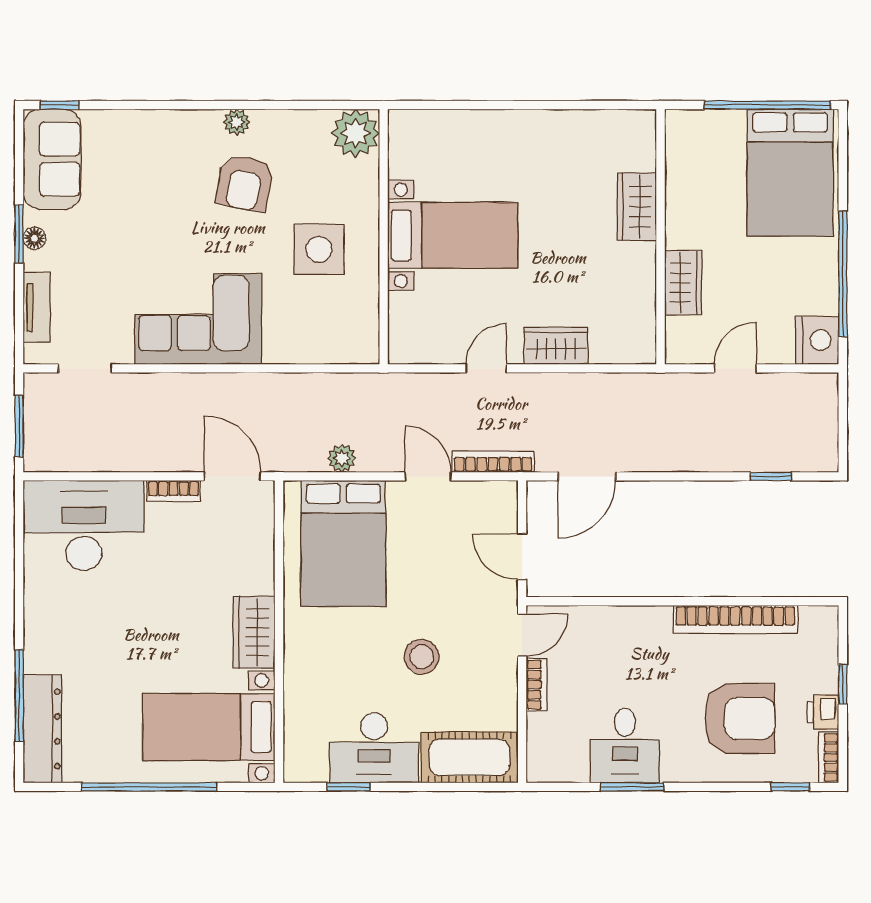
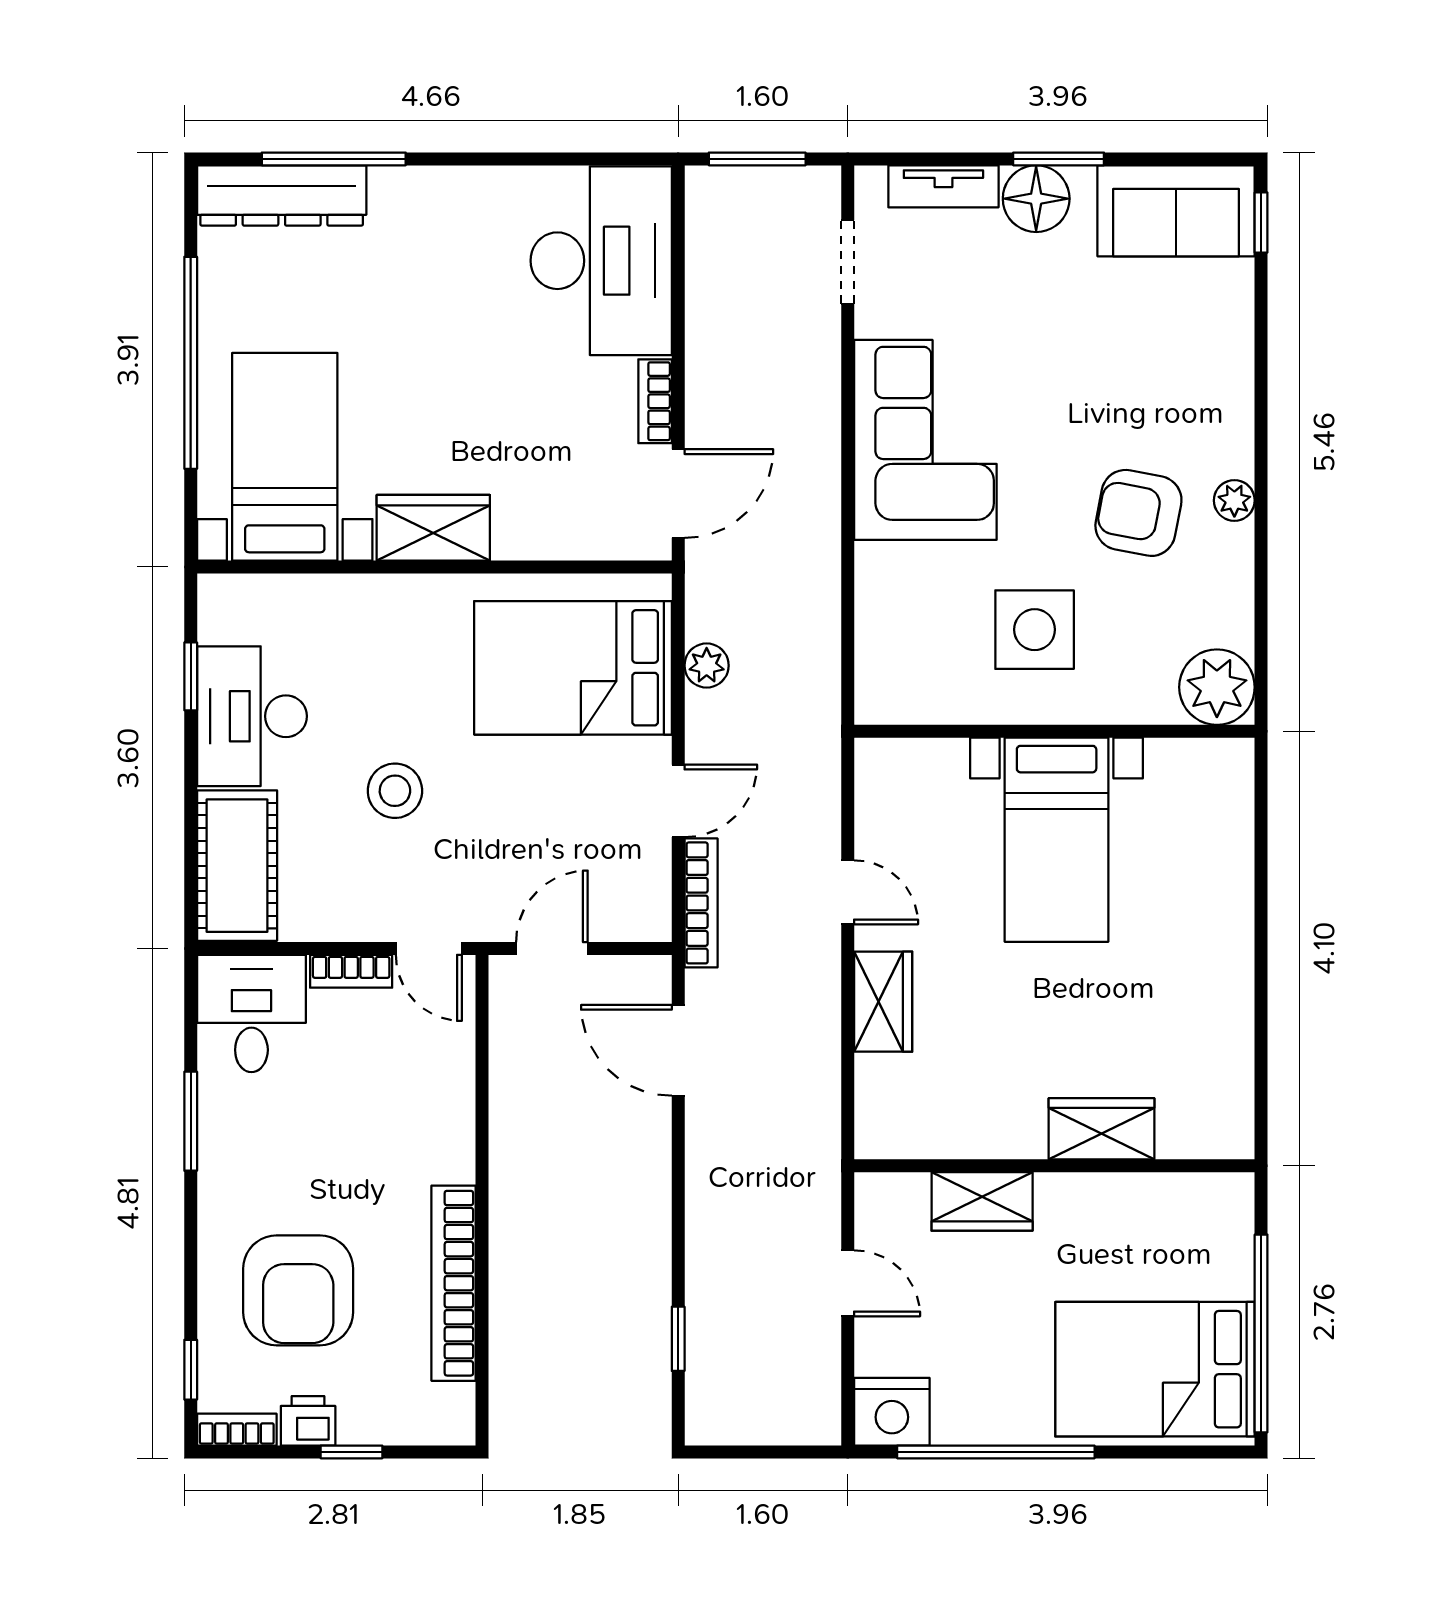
floor lamp: (34, 238) -> (1036, 199), width x1.89, depth x1.89
desk: (625, 745) -> (251, 1014), moved, turned 90

